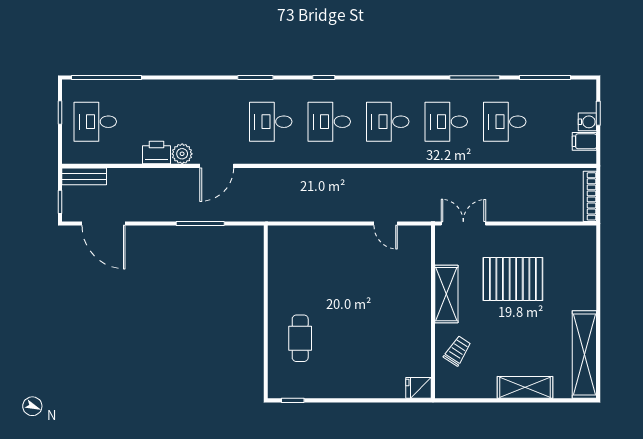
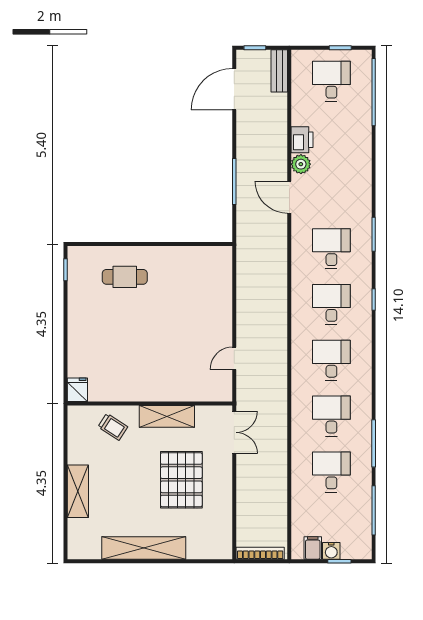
shelving: (584, 355) -> (144, 548), moved

